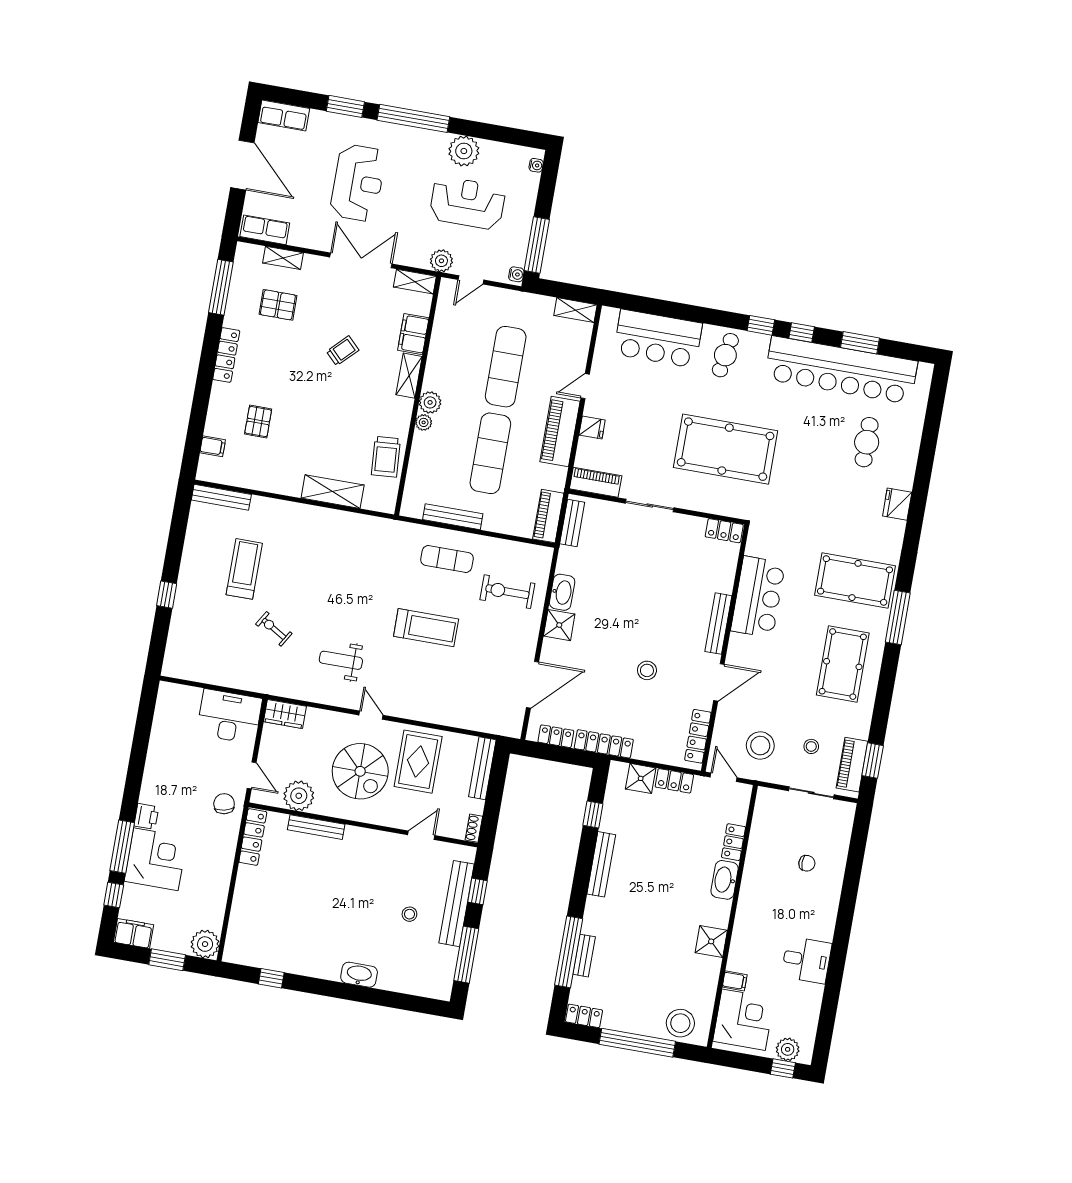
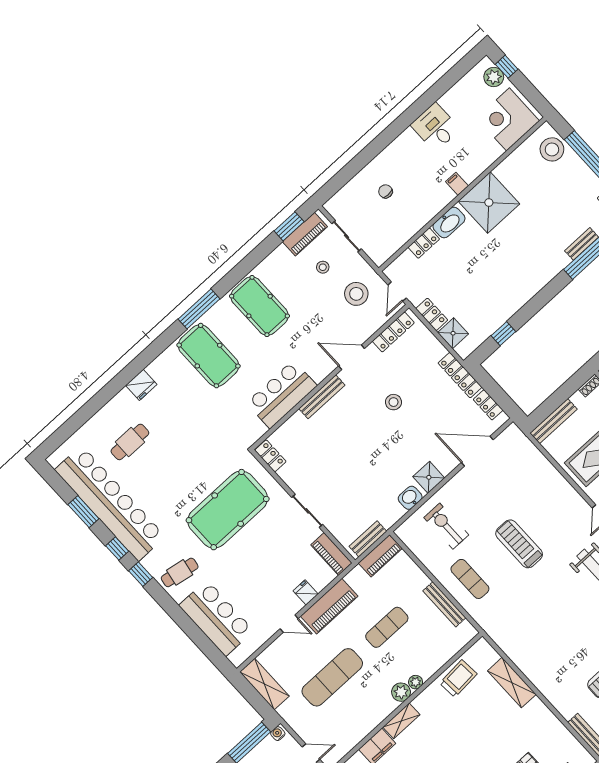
shelving: (575, 310) -> (264, 684), width x1.50, depth x1.33
pool table: (726, 449) -> (228, 510), turned 90
exercise mat: (490, 453) -> (387, 627), width x0.73, depth x0.69
exercise bike: (507, 592) -> (446, 526), turned 180
washbasin: (562, 592) -> (410, 498), width x0.72
pool table: (843, 664) -> (260, 306), turned 90
bench: (601, 864) -> (523, 296), removed
shower: (711, 941) -> (489, 203), width x1.86, depth x1.86
filing cabinet: (735, 981) -> (457, 184), moved

